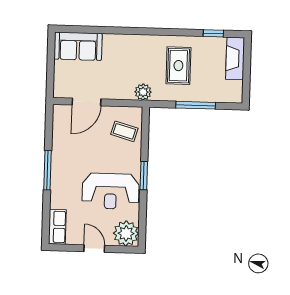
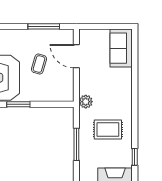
coffee table: (124, 131) -> (39, 64), moved
window: (47, 170) -> (44, 26), moved

